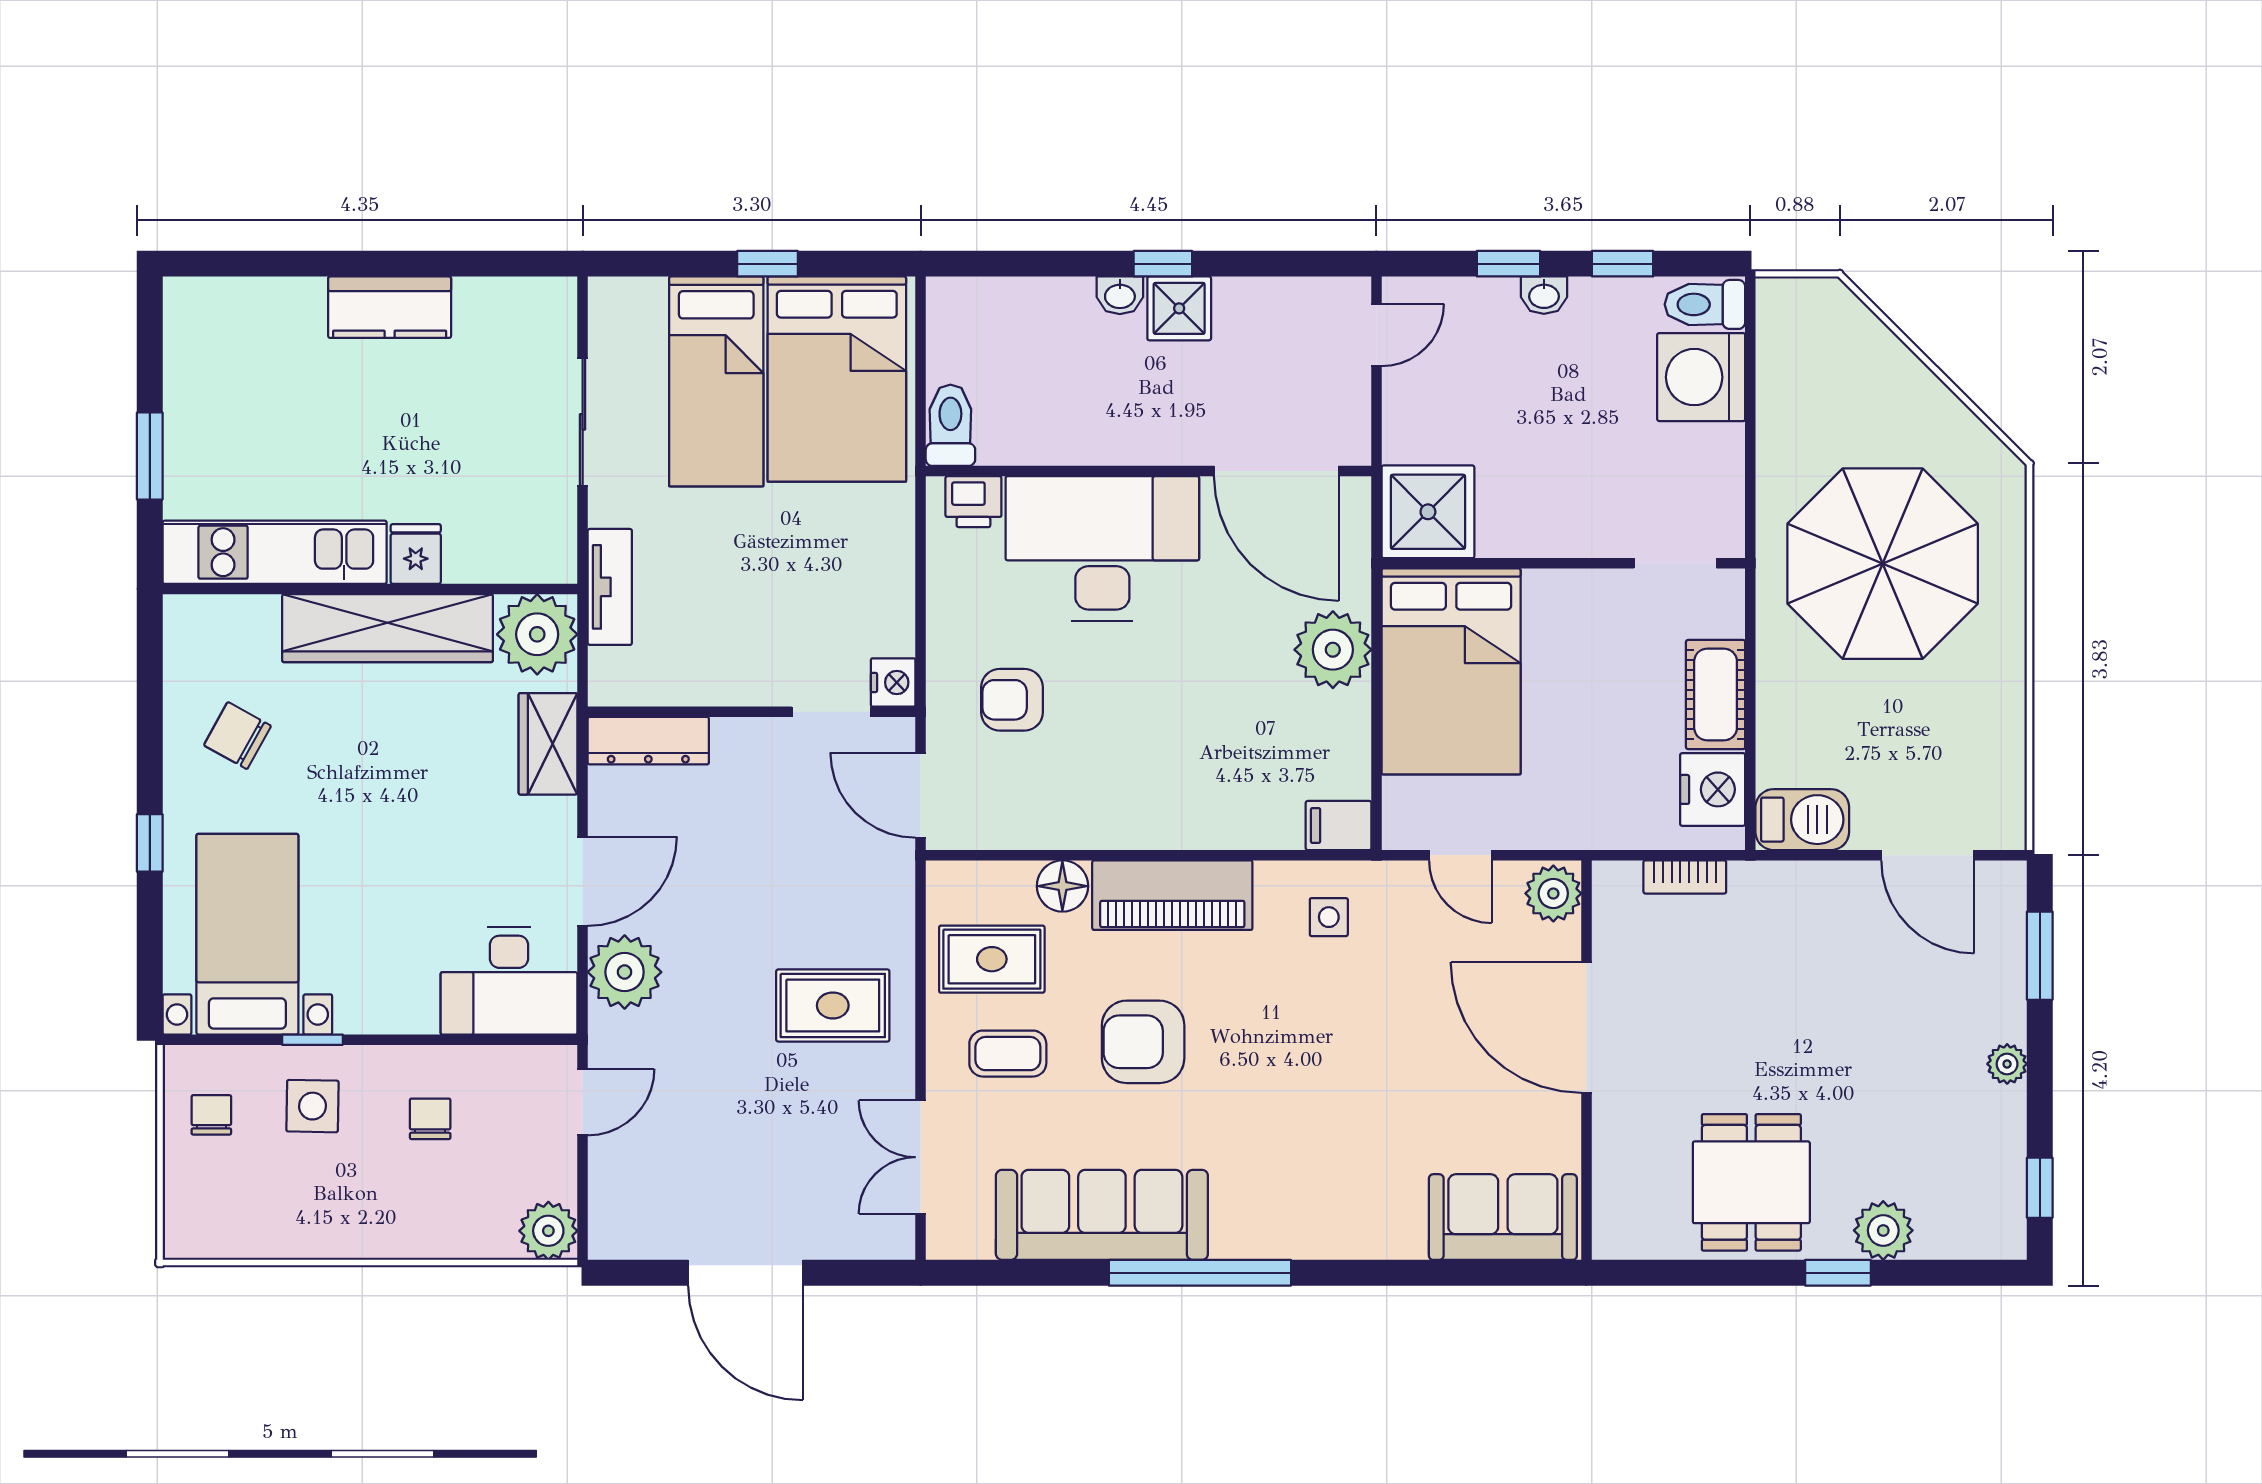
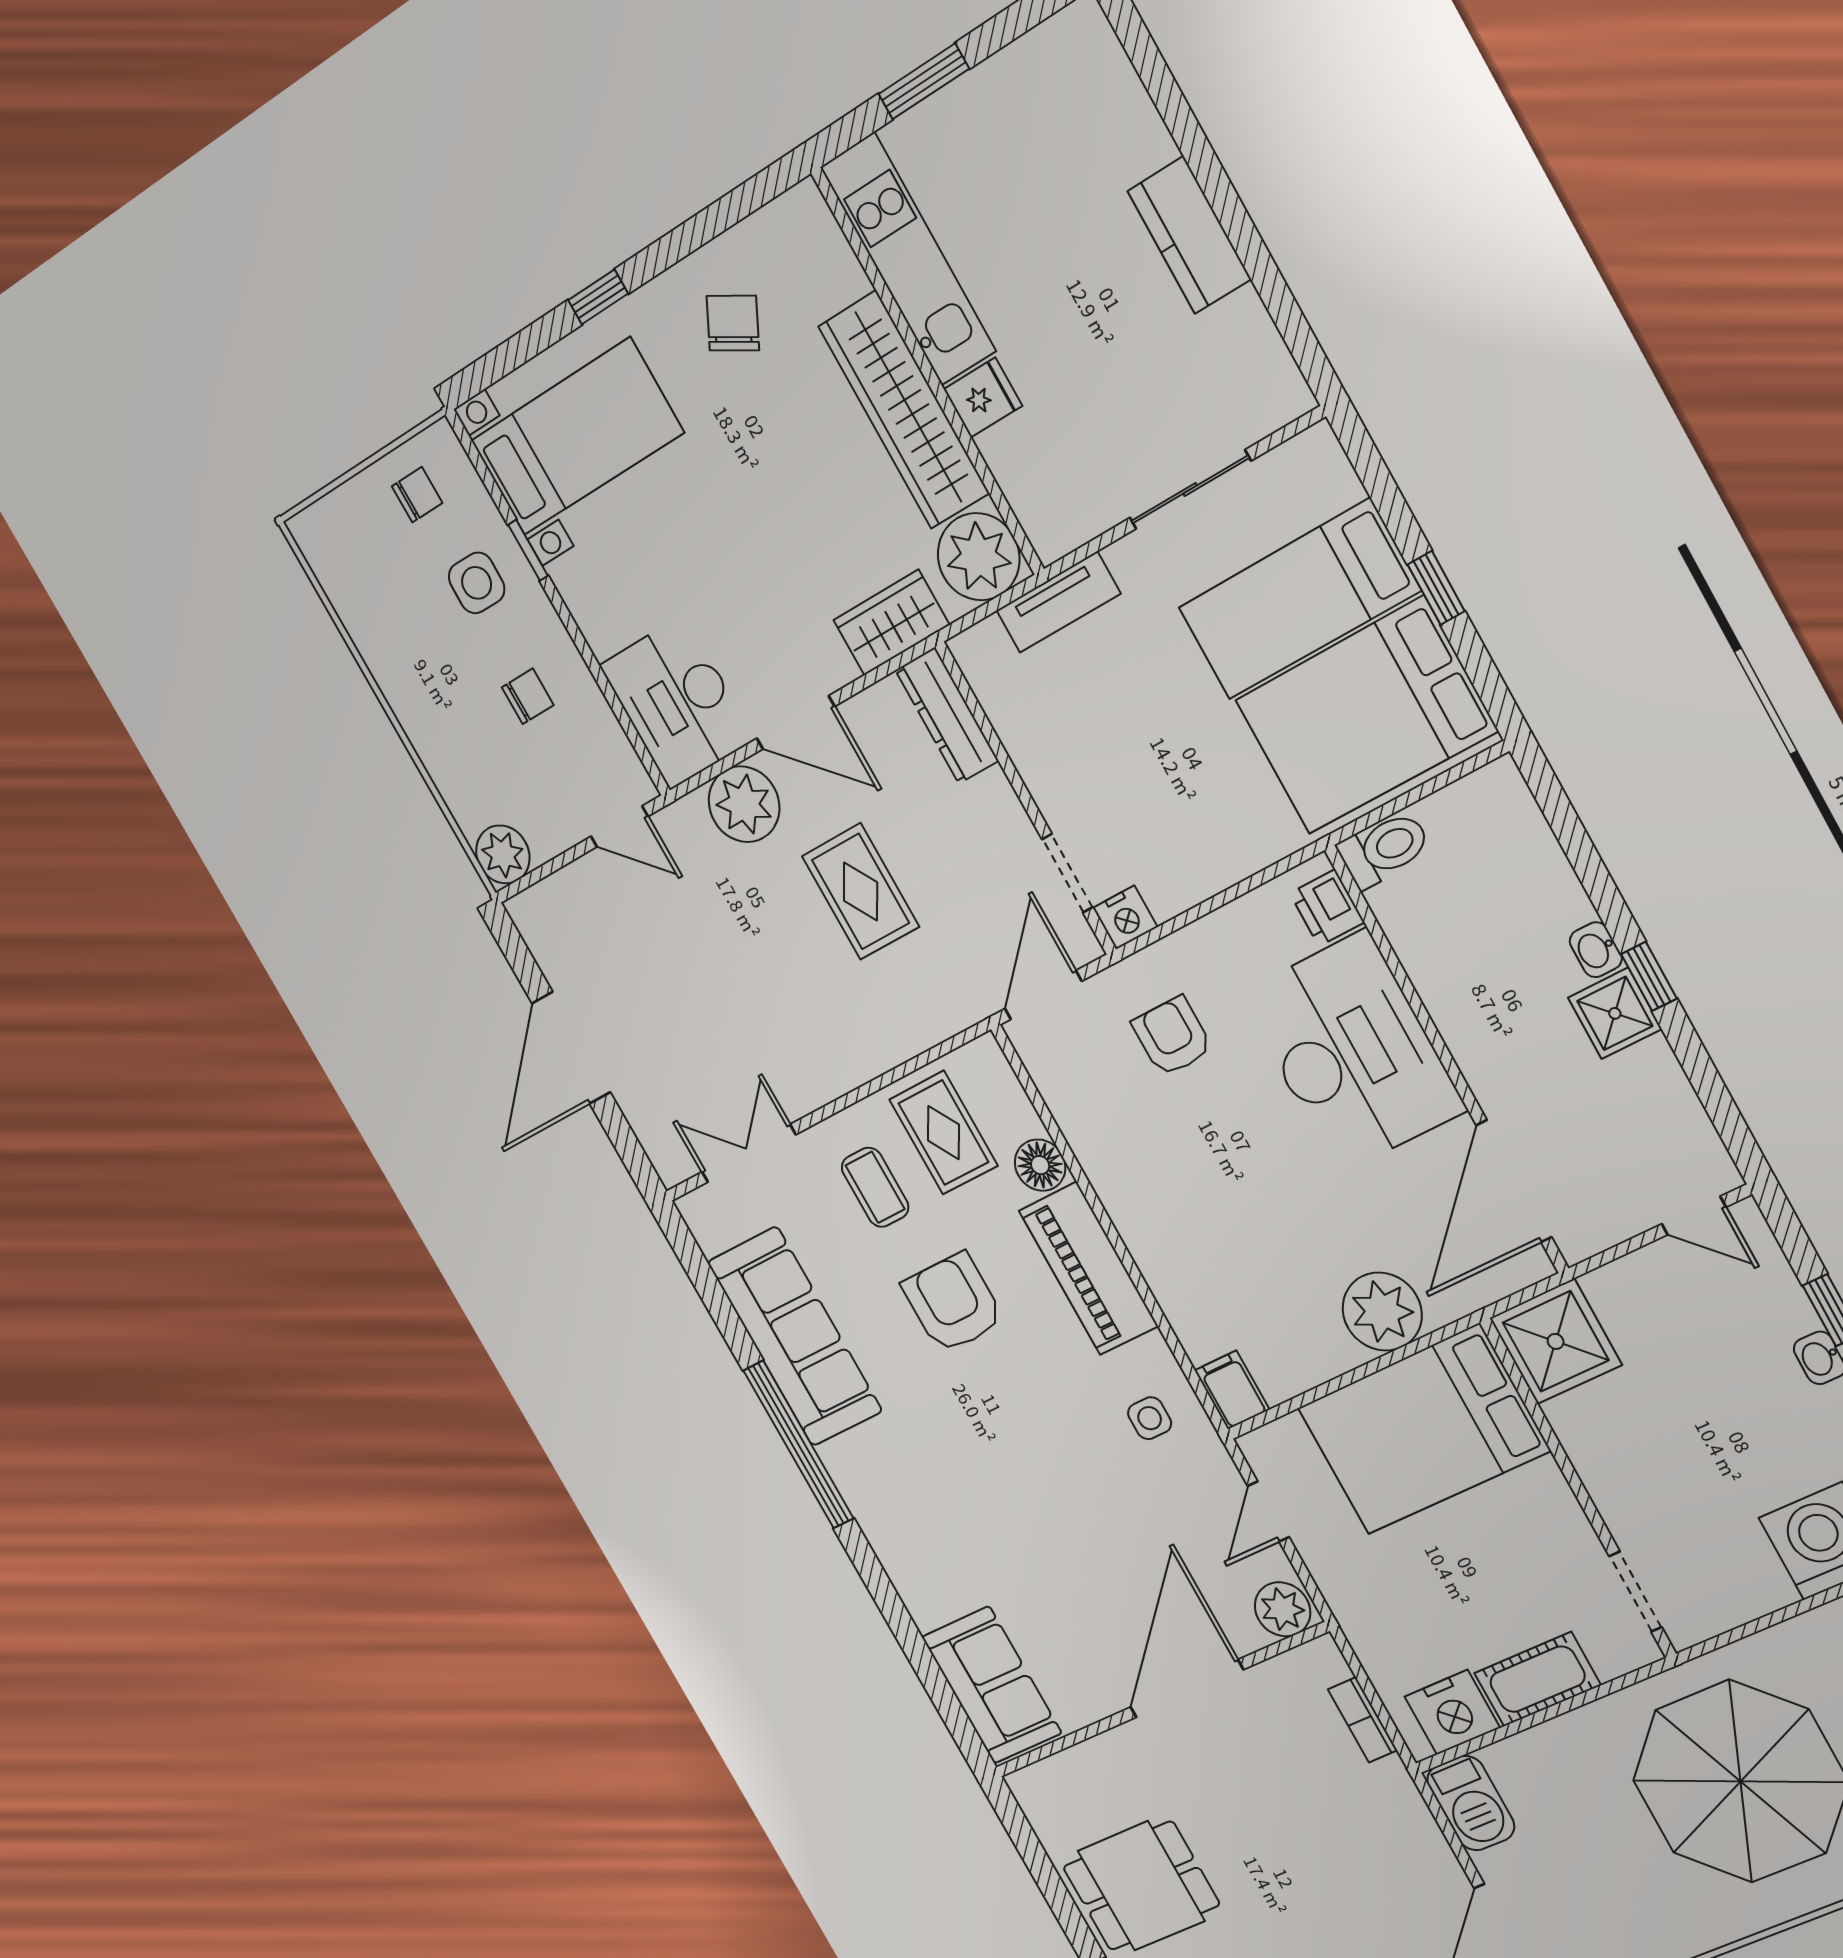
rug: (833, 1005) -> (861, 891), moved

